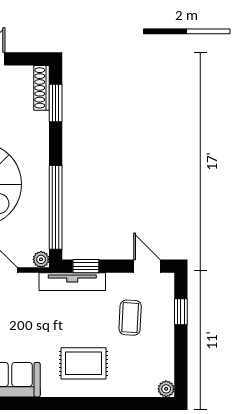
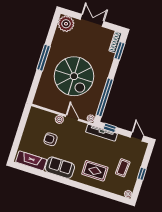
window: (181, 312) -> (142, 174), moved
coffee table: (130, 318) -> (123, 168), moved

